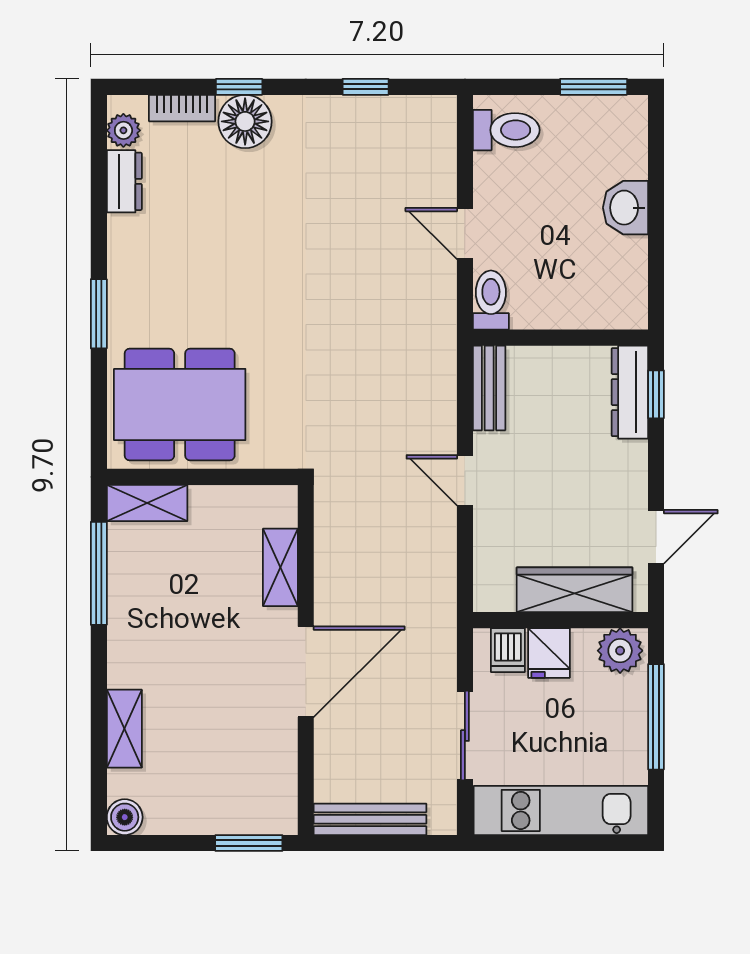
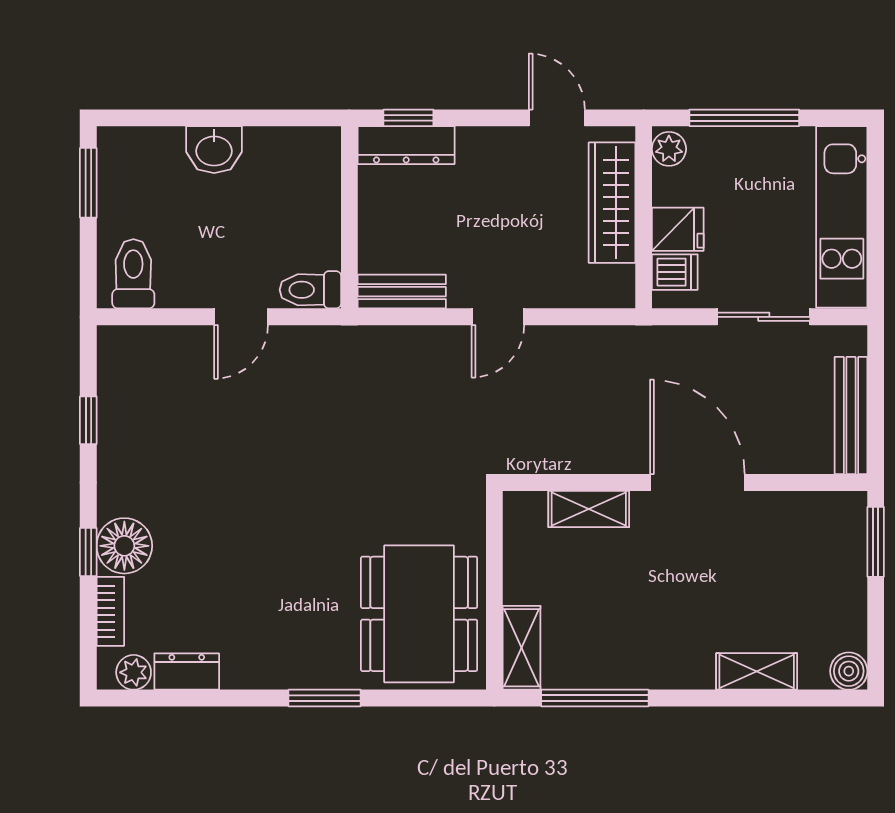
plant: (620, 651) -> (669, 149), width x0.73, depth x0.73

